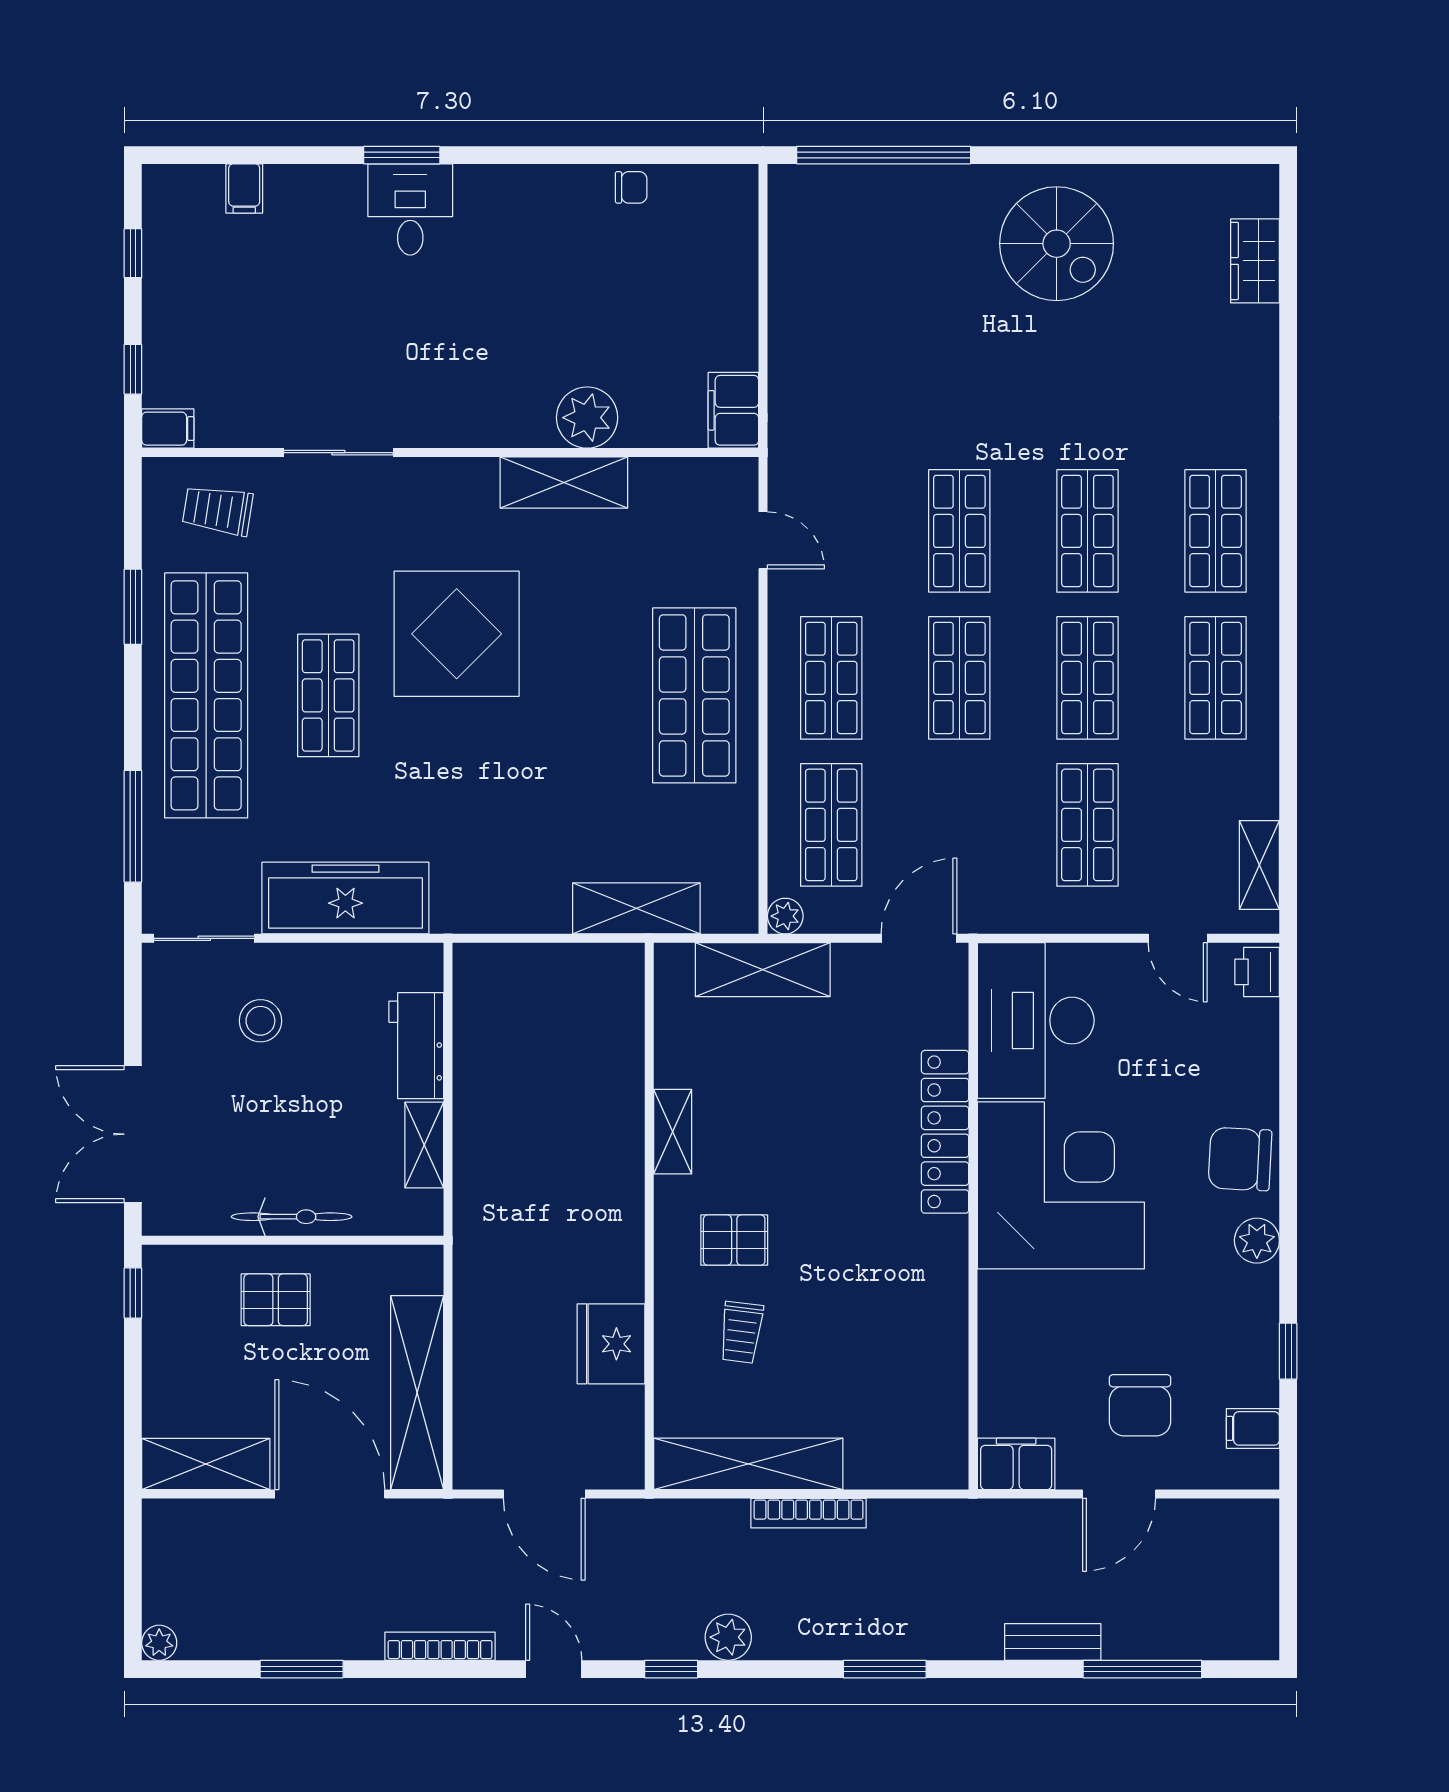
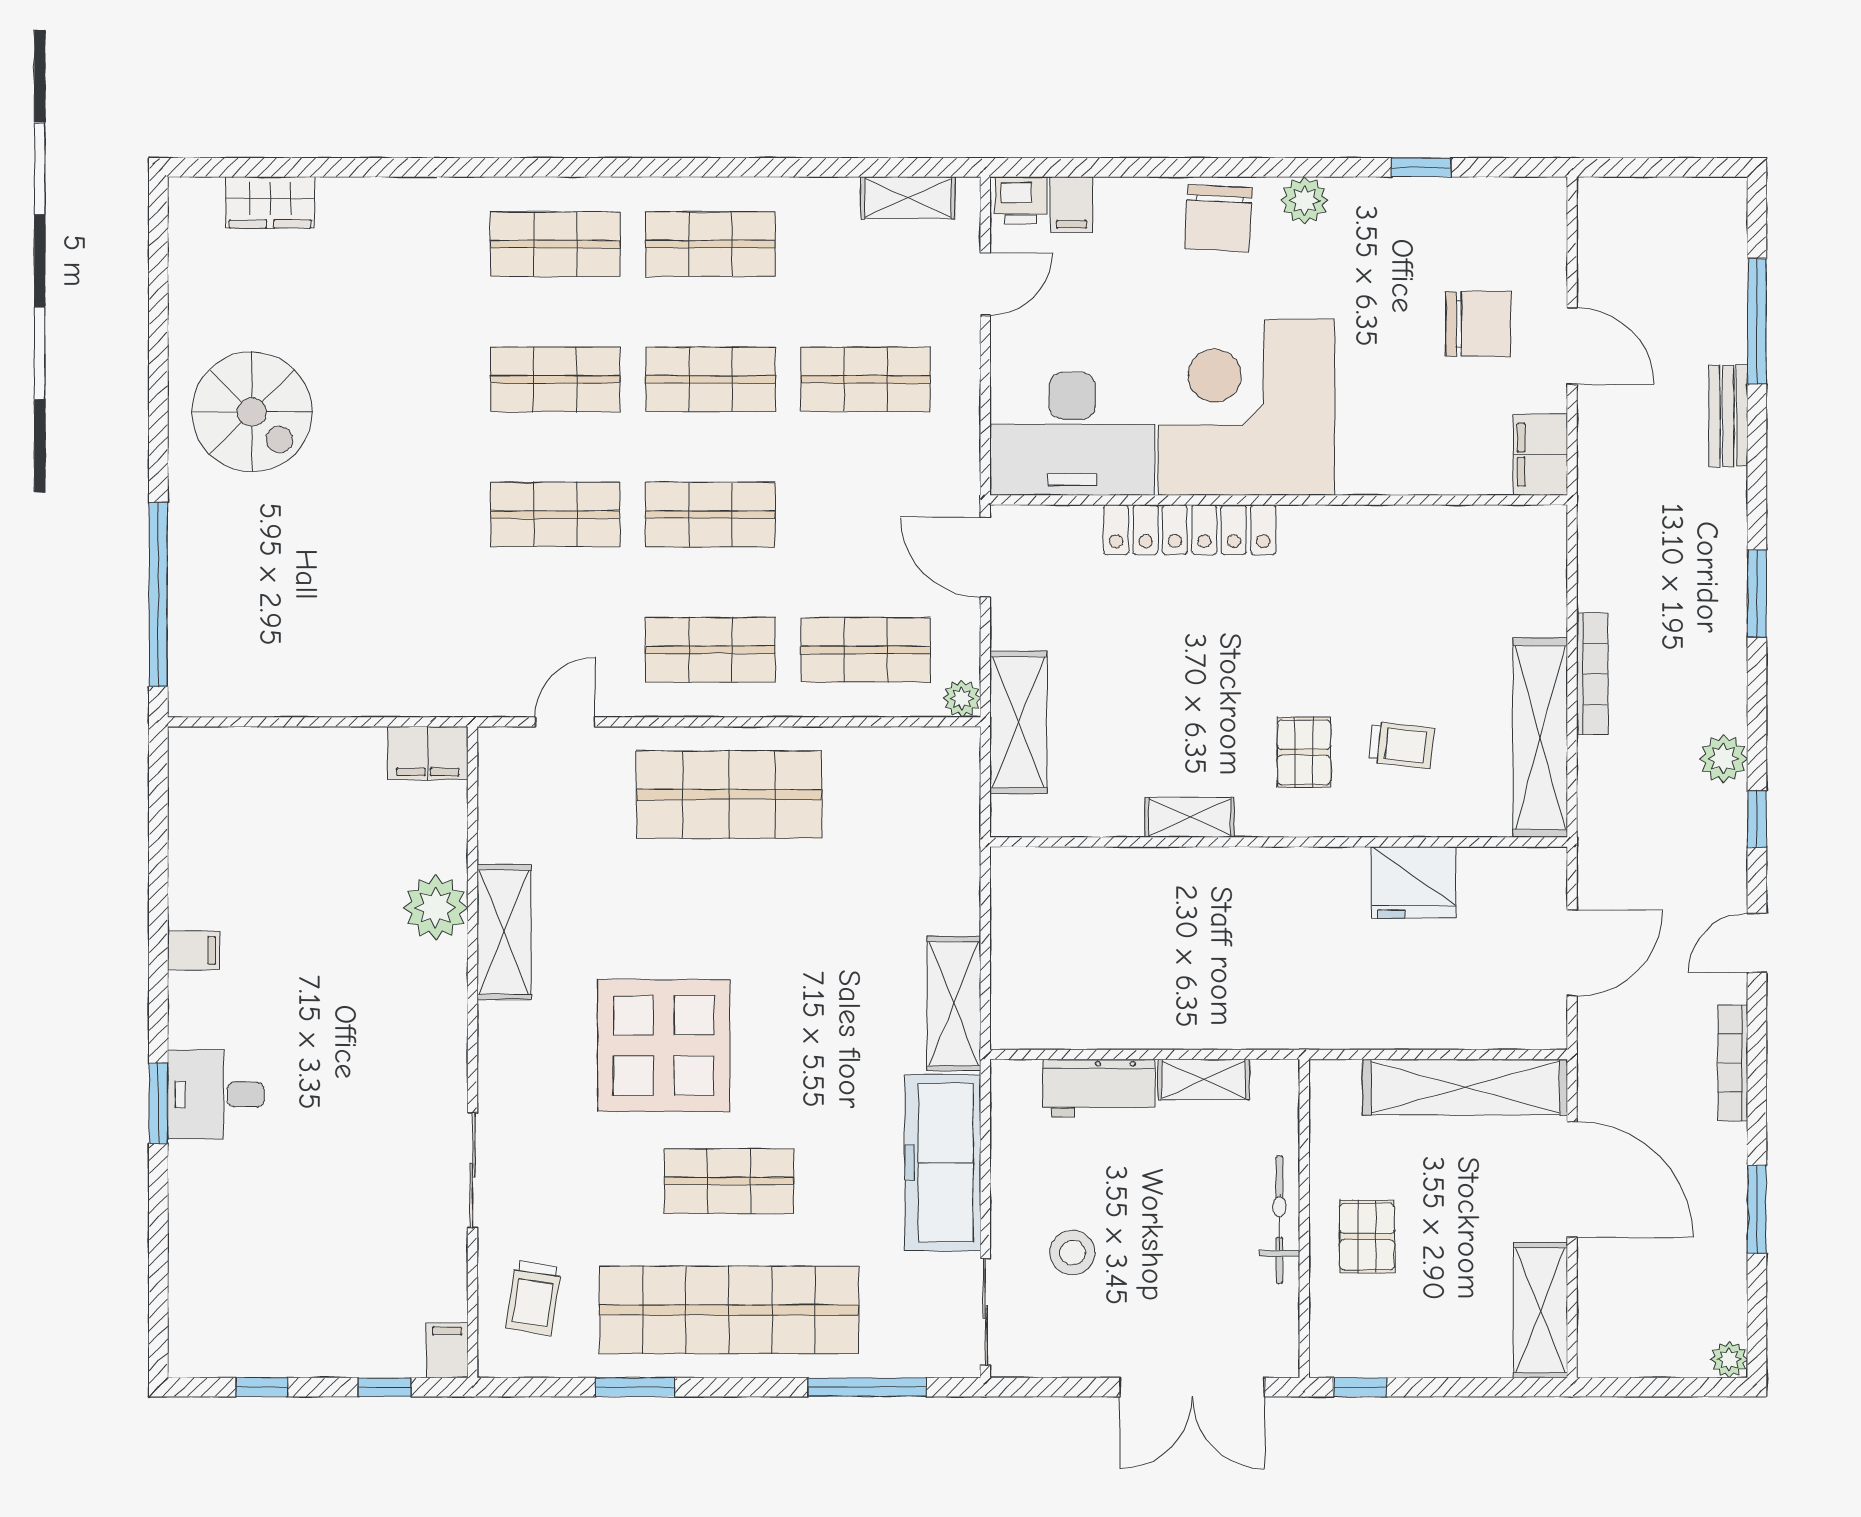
chair: (631, 187) -> (192, 861), removed
filing cabinet: (244, 188) -> (194, 950), moved
spiral stairs: (1057, 244) -> (252, 412), turned 90
shelving: (636, 908) -> (954, 1004), moved
filing cabinet: (1253, 1428) -> (1072, 205), moved
door: (330, 1494) -> (1572, 1179), swing flipped

